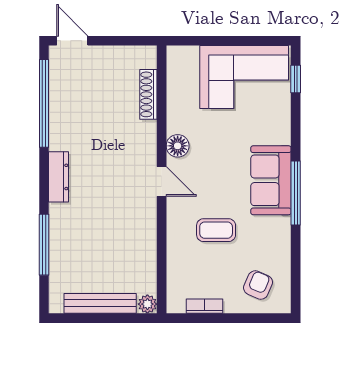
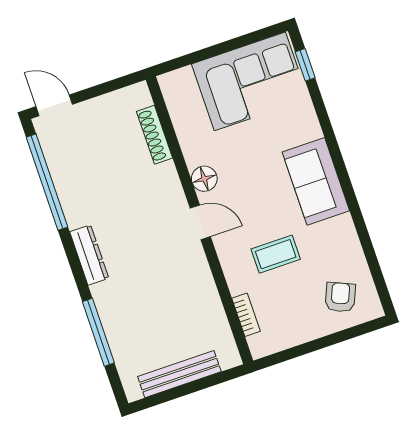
window: (296, 193) -> (347, 186), removed
plant: (147, 304) -> (230, 358), removed
bookcase: (204, 306) -> (246, 315), moved, turned 90

